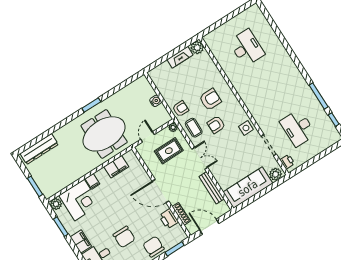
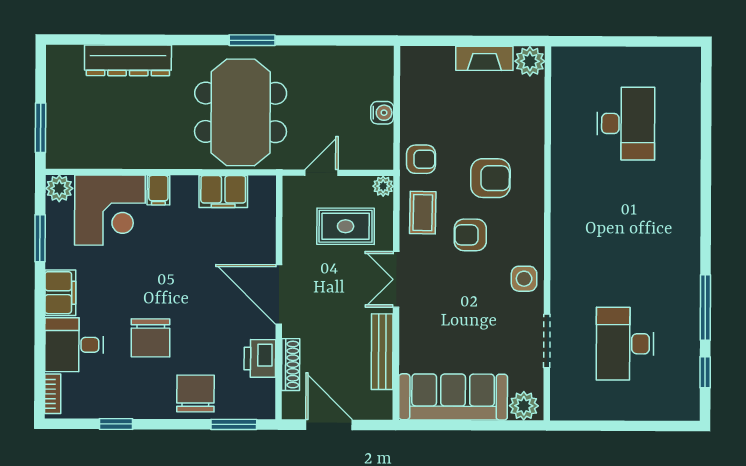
meeting table: (104, 134) -> (241, 112), turned 90
dresser: (39, 149) -> (128, 60), moved
double door: (200, 158) -> (396, 279), swing flipped
printer: (287, 162) -> (562, 396), removed

